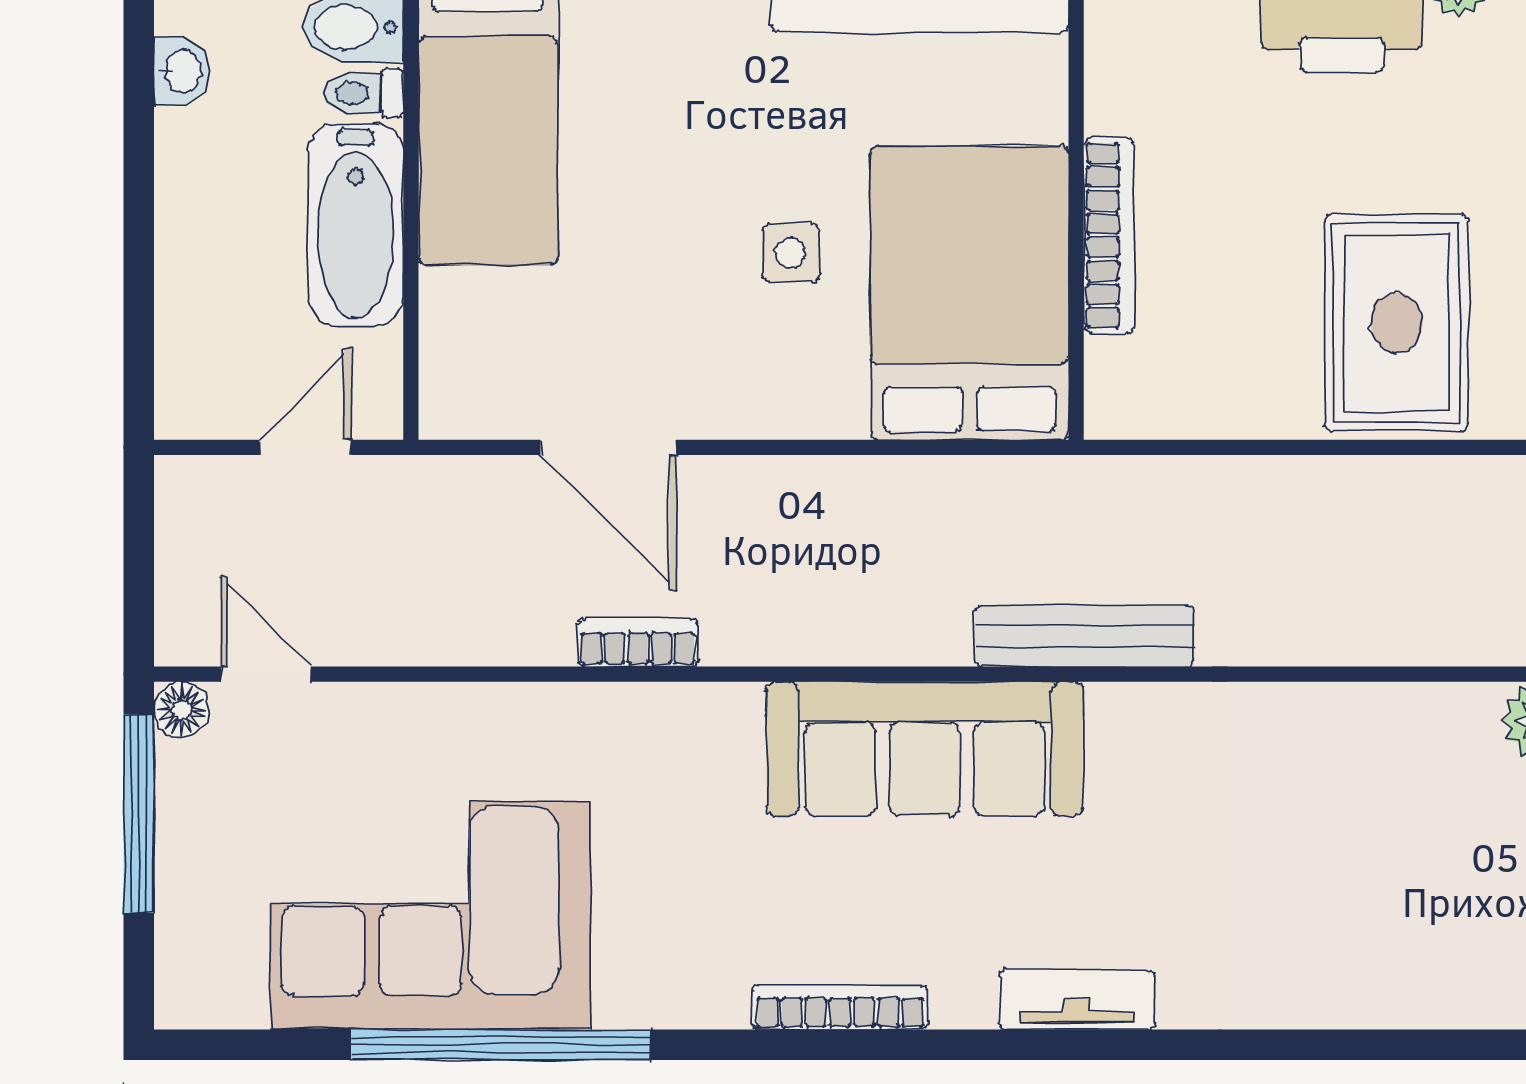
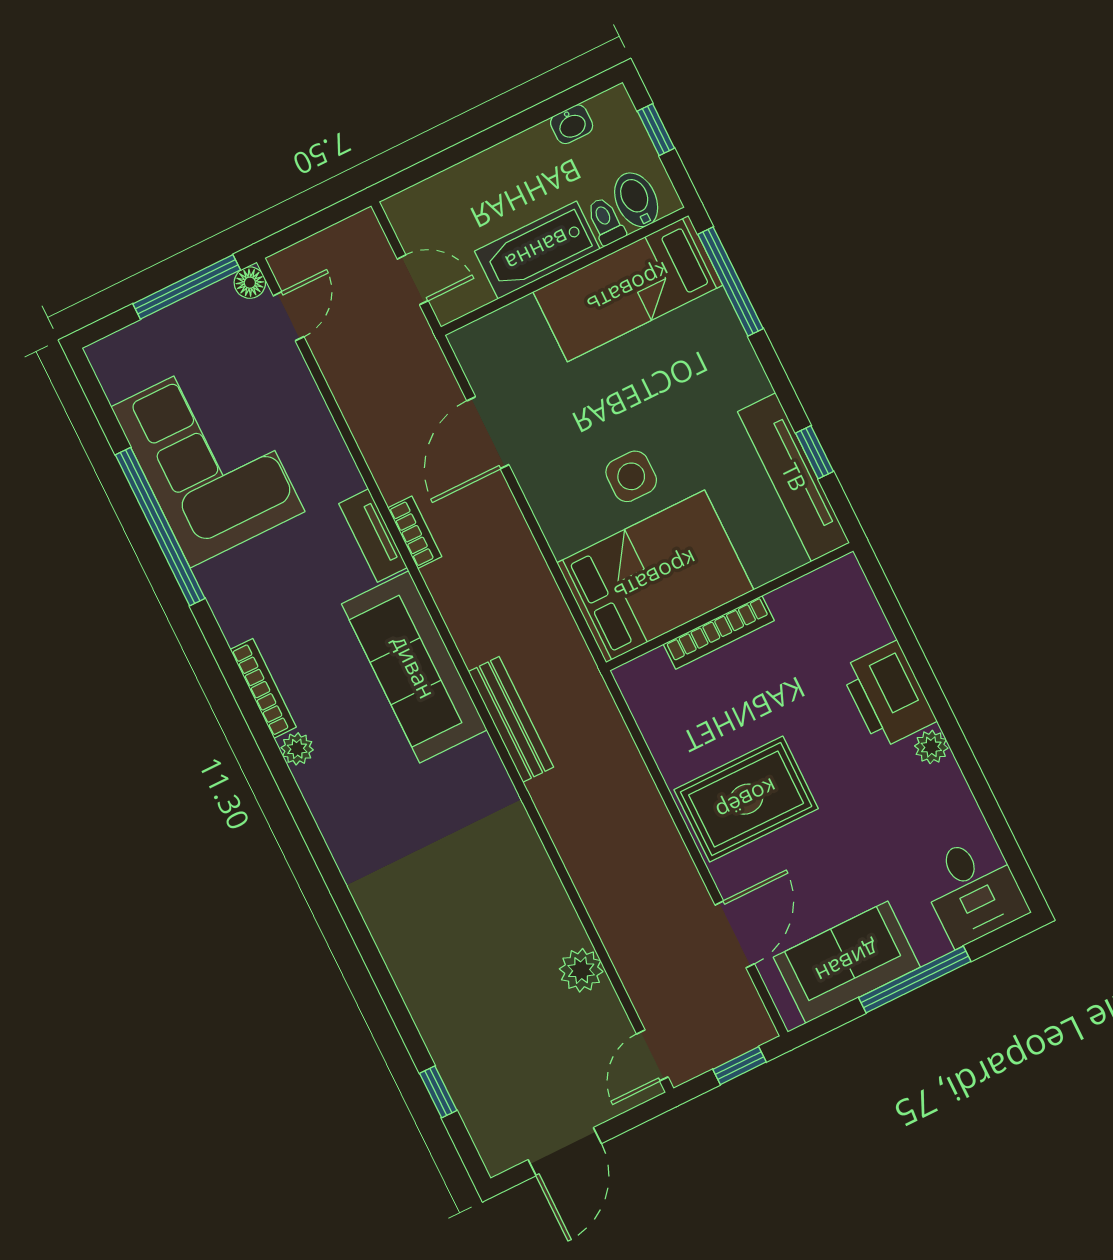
side table: (791, 253) -> (631, 476), width x1.37, depth x1.37
bookcase: (638, 642) -> (415, 532), moved
plant: (963, 1000) -> (297, 749), added
tv unit: (1077, 1000) -> (373, 536), moved, turned 180

